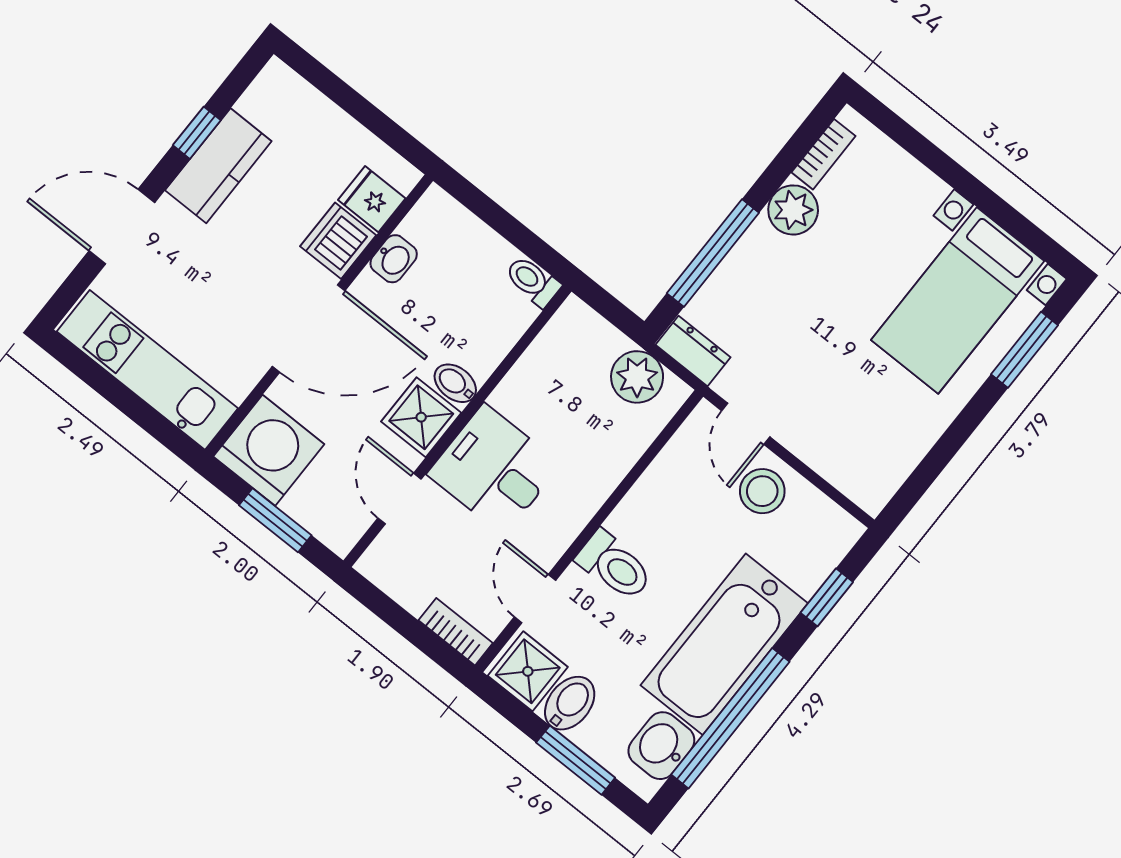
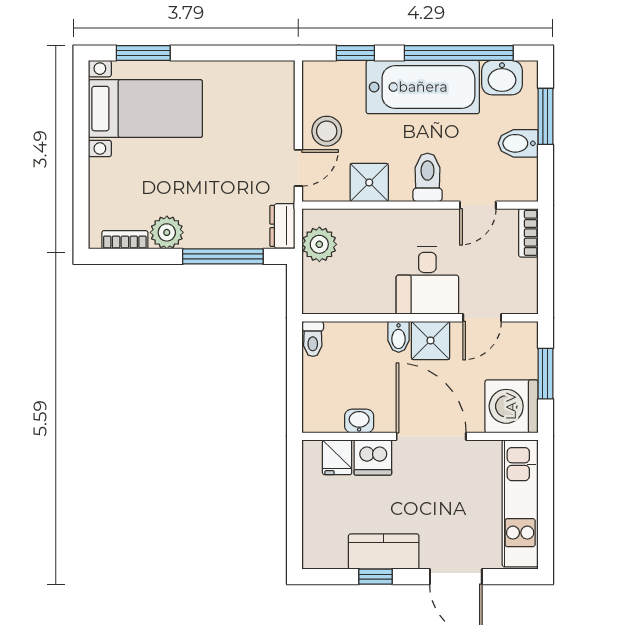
shower: (528, 671) -> (369, 182), moved

